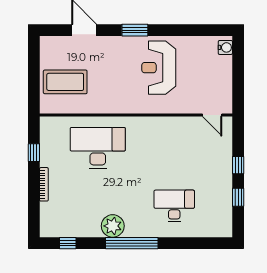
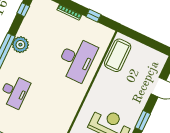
coffee table: (65, 82) -> (118, 55), moved

